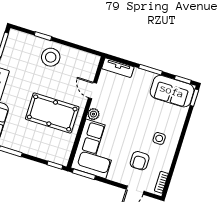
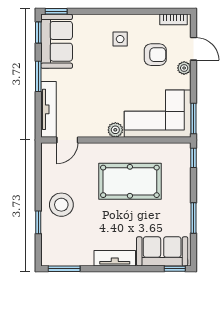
tv unit: (118, 68) -> (48, 109), width x1.41
door: (93, 91) -> (67, 140), moved
pool table: (52, 113) -> (130, 181), turned 90
plant: (123, 179) -> (184, 68), added

